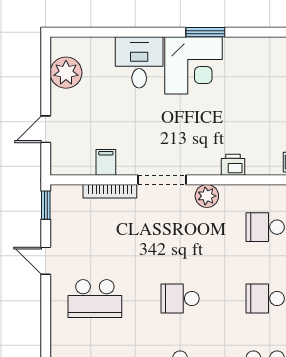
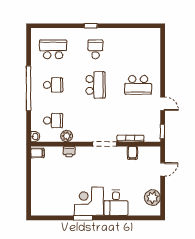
plant: (207, 196) -> (67, 136), moved
school desk: (95, 298) -> (138, 85), turned 180
school desk: (180, 298) -> (96, 85), width x1.85

